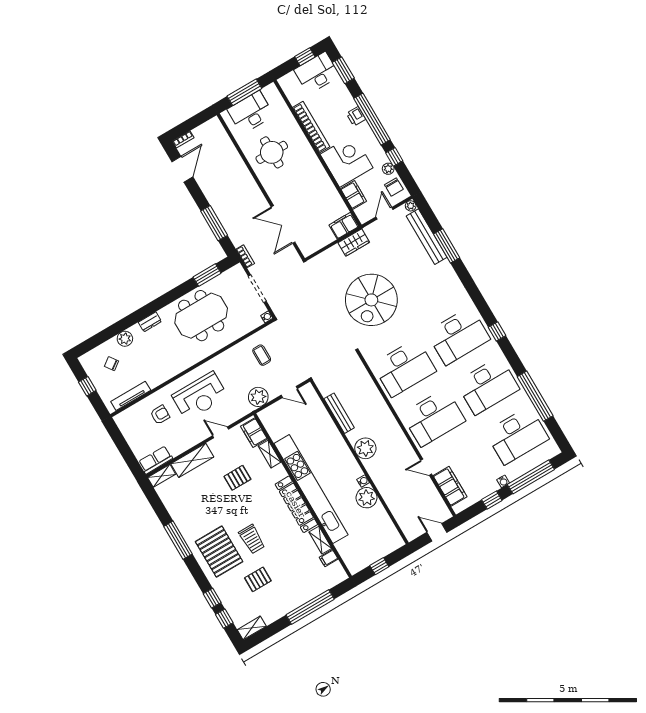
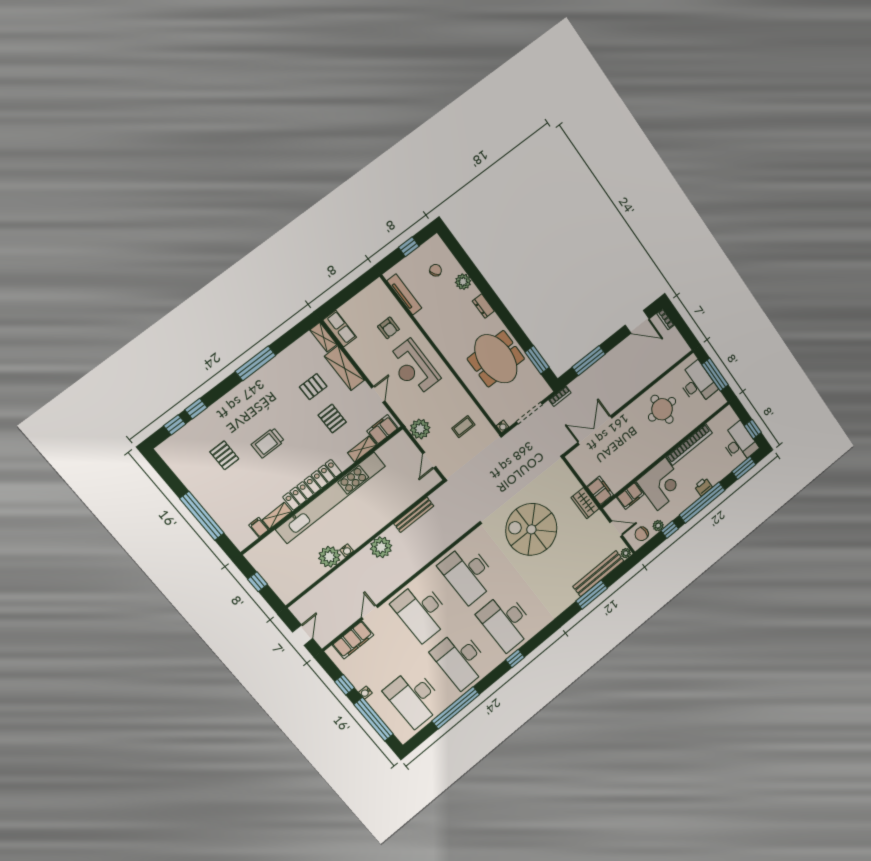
pallet: (219, 552) -> (313, 387), moved, width x0.49, depth x0.50
shelving: (252, 628) -> (169, 456), removed

